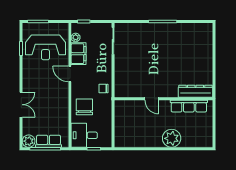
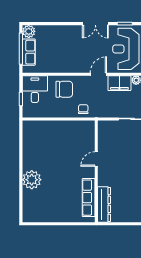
dresser: (195, 91) -> (104, 204), moved
door: (152, 99) -> (96, 159), moved
wall: (164, 99) -> (96, 171), moved
double door: (21, 105) -> (95, 24), moved
row of seats: (189, 106) -> (89, 198), moved

